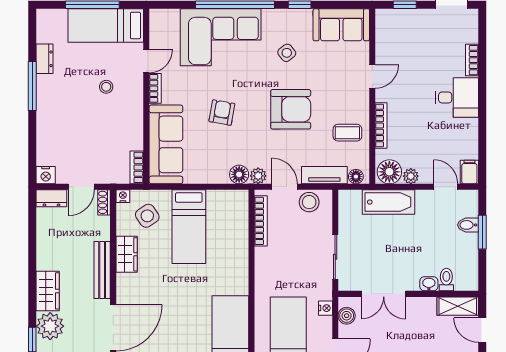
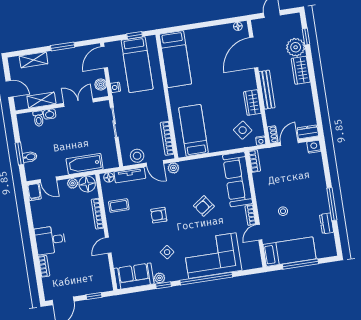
plant: (304, 16) -> (160, 278), added
armchair: (291, 109) -> (159, 215), width x0.53, depth x0.53
armchair: (222, 113) -> (204, 206), turned 45
floor lamp: (239, 174) -> (186, 167), removed
bed: (189, 227) -> (193, 130), moved
shelving: (458, 306) -> (41, 100), moved

